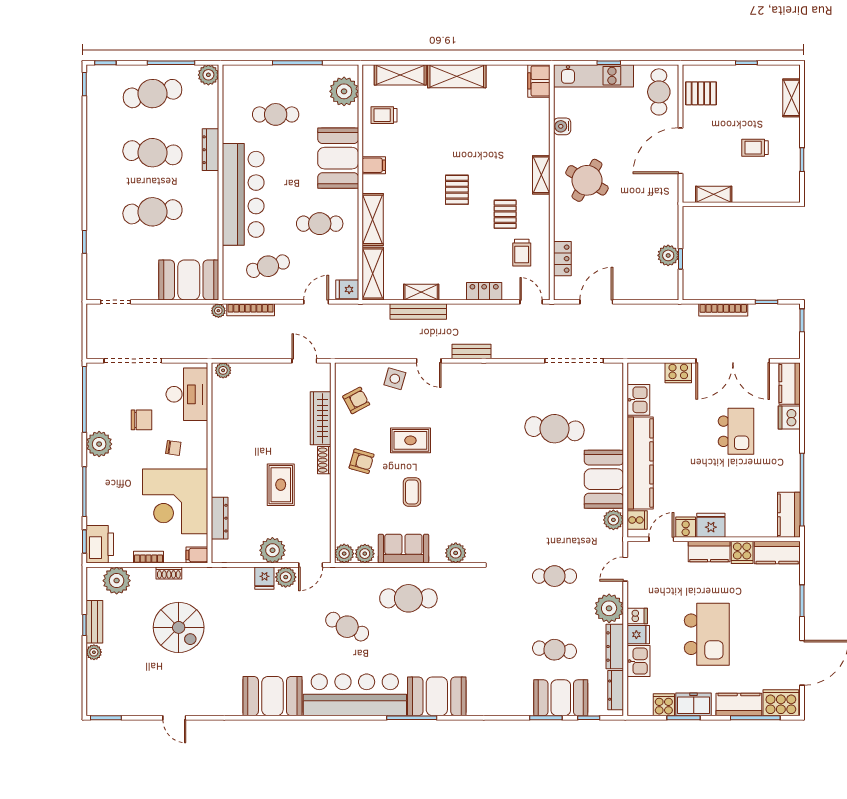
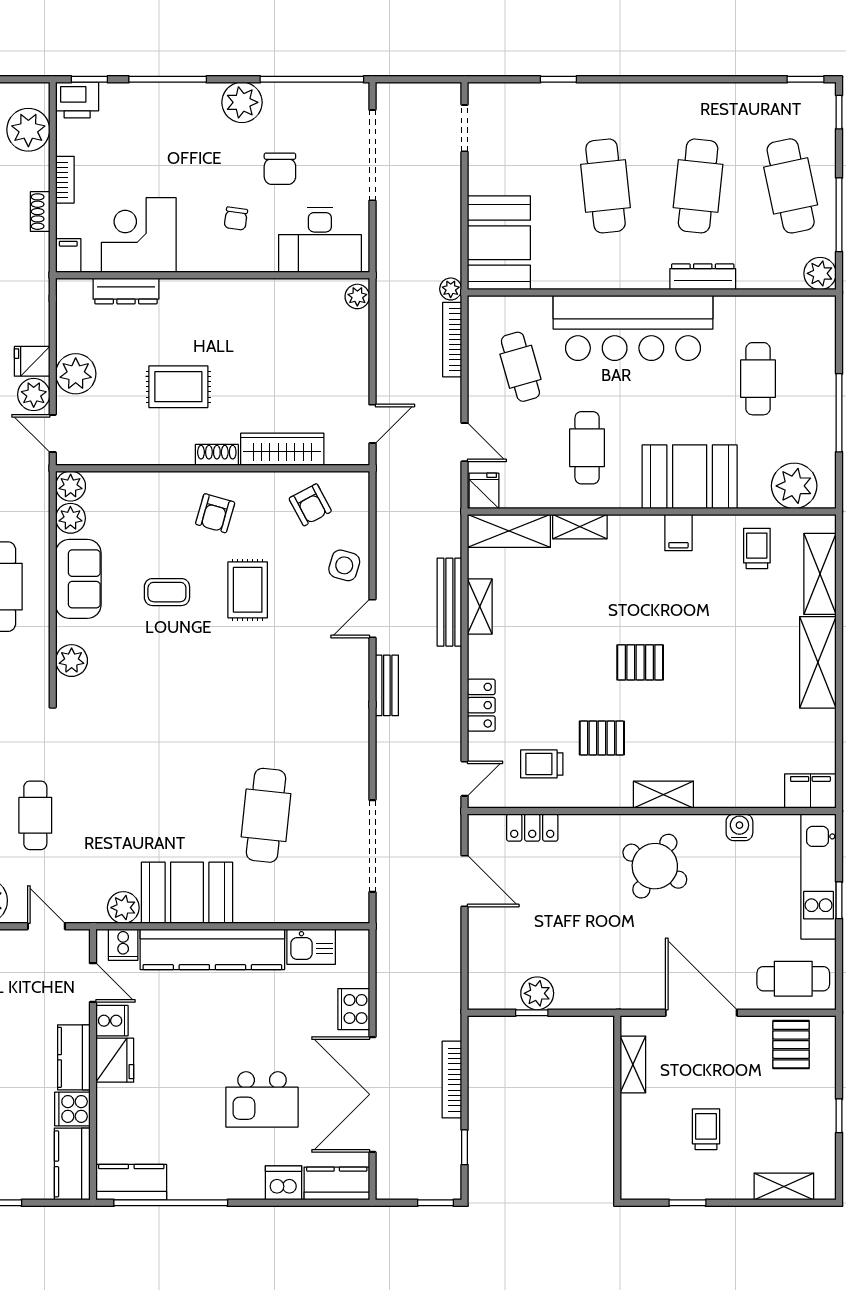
shelving: (373, 219) -> (580, 527), width x0.67, depth x0.75
corner desk: (175, 501) -> (139, 235), width x0.74, depth x0.74
printer: (100, 544) -> (77, 100), width x0.73, depth x0.84

